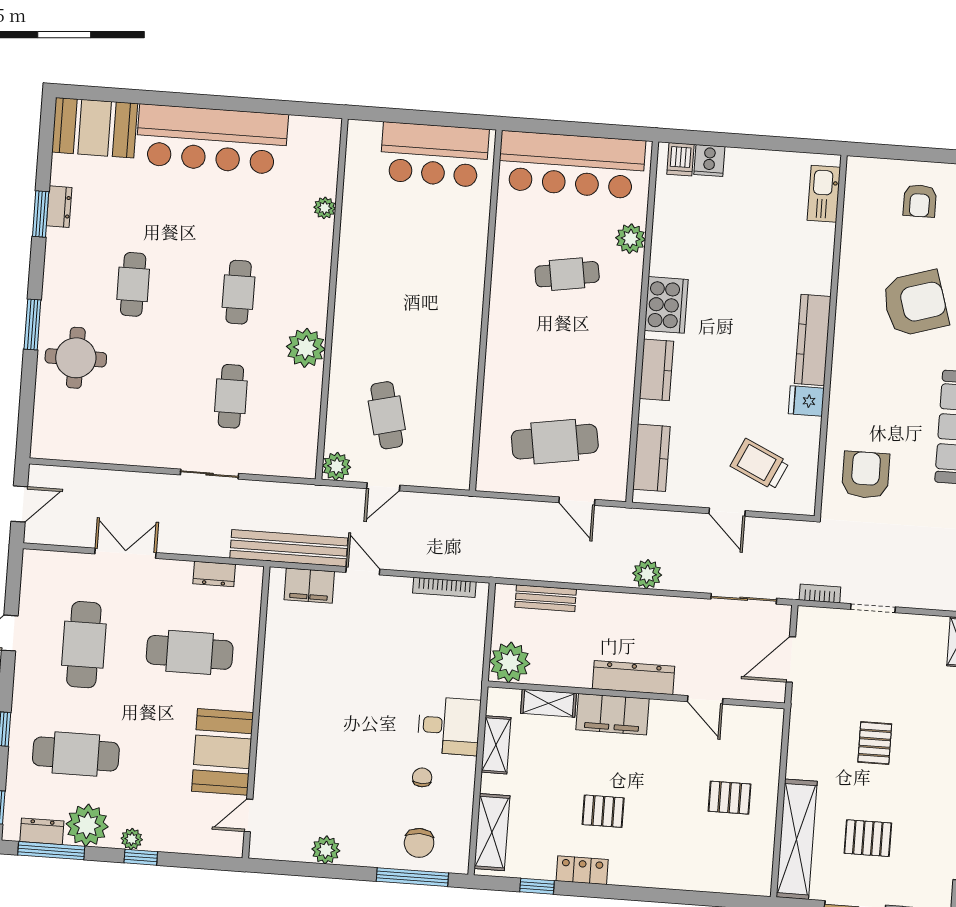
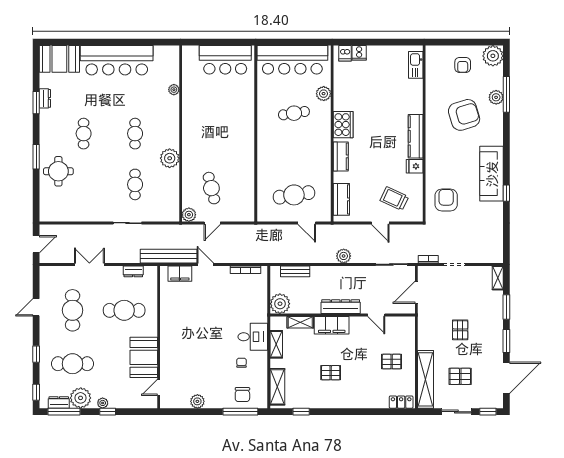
locker: (582, 870) -> (401, 402), moved

